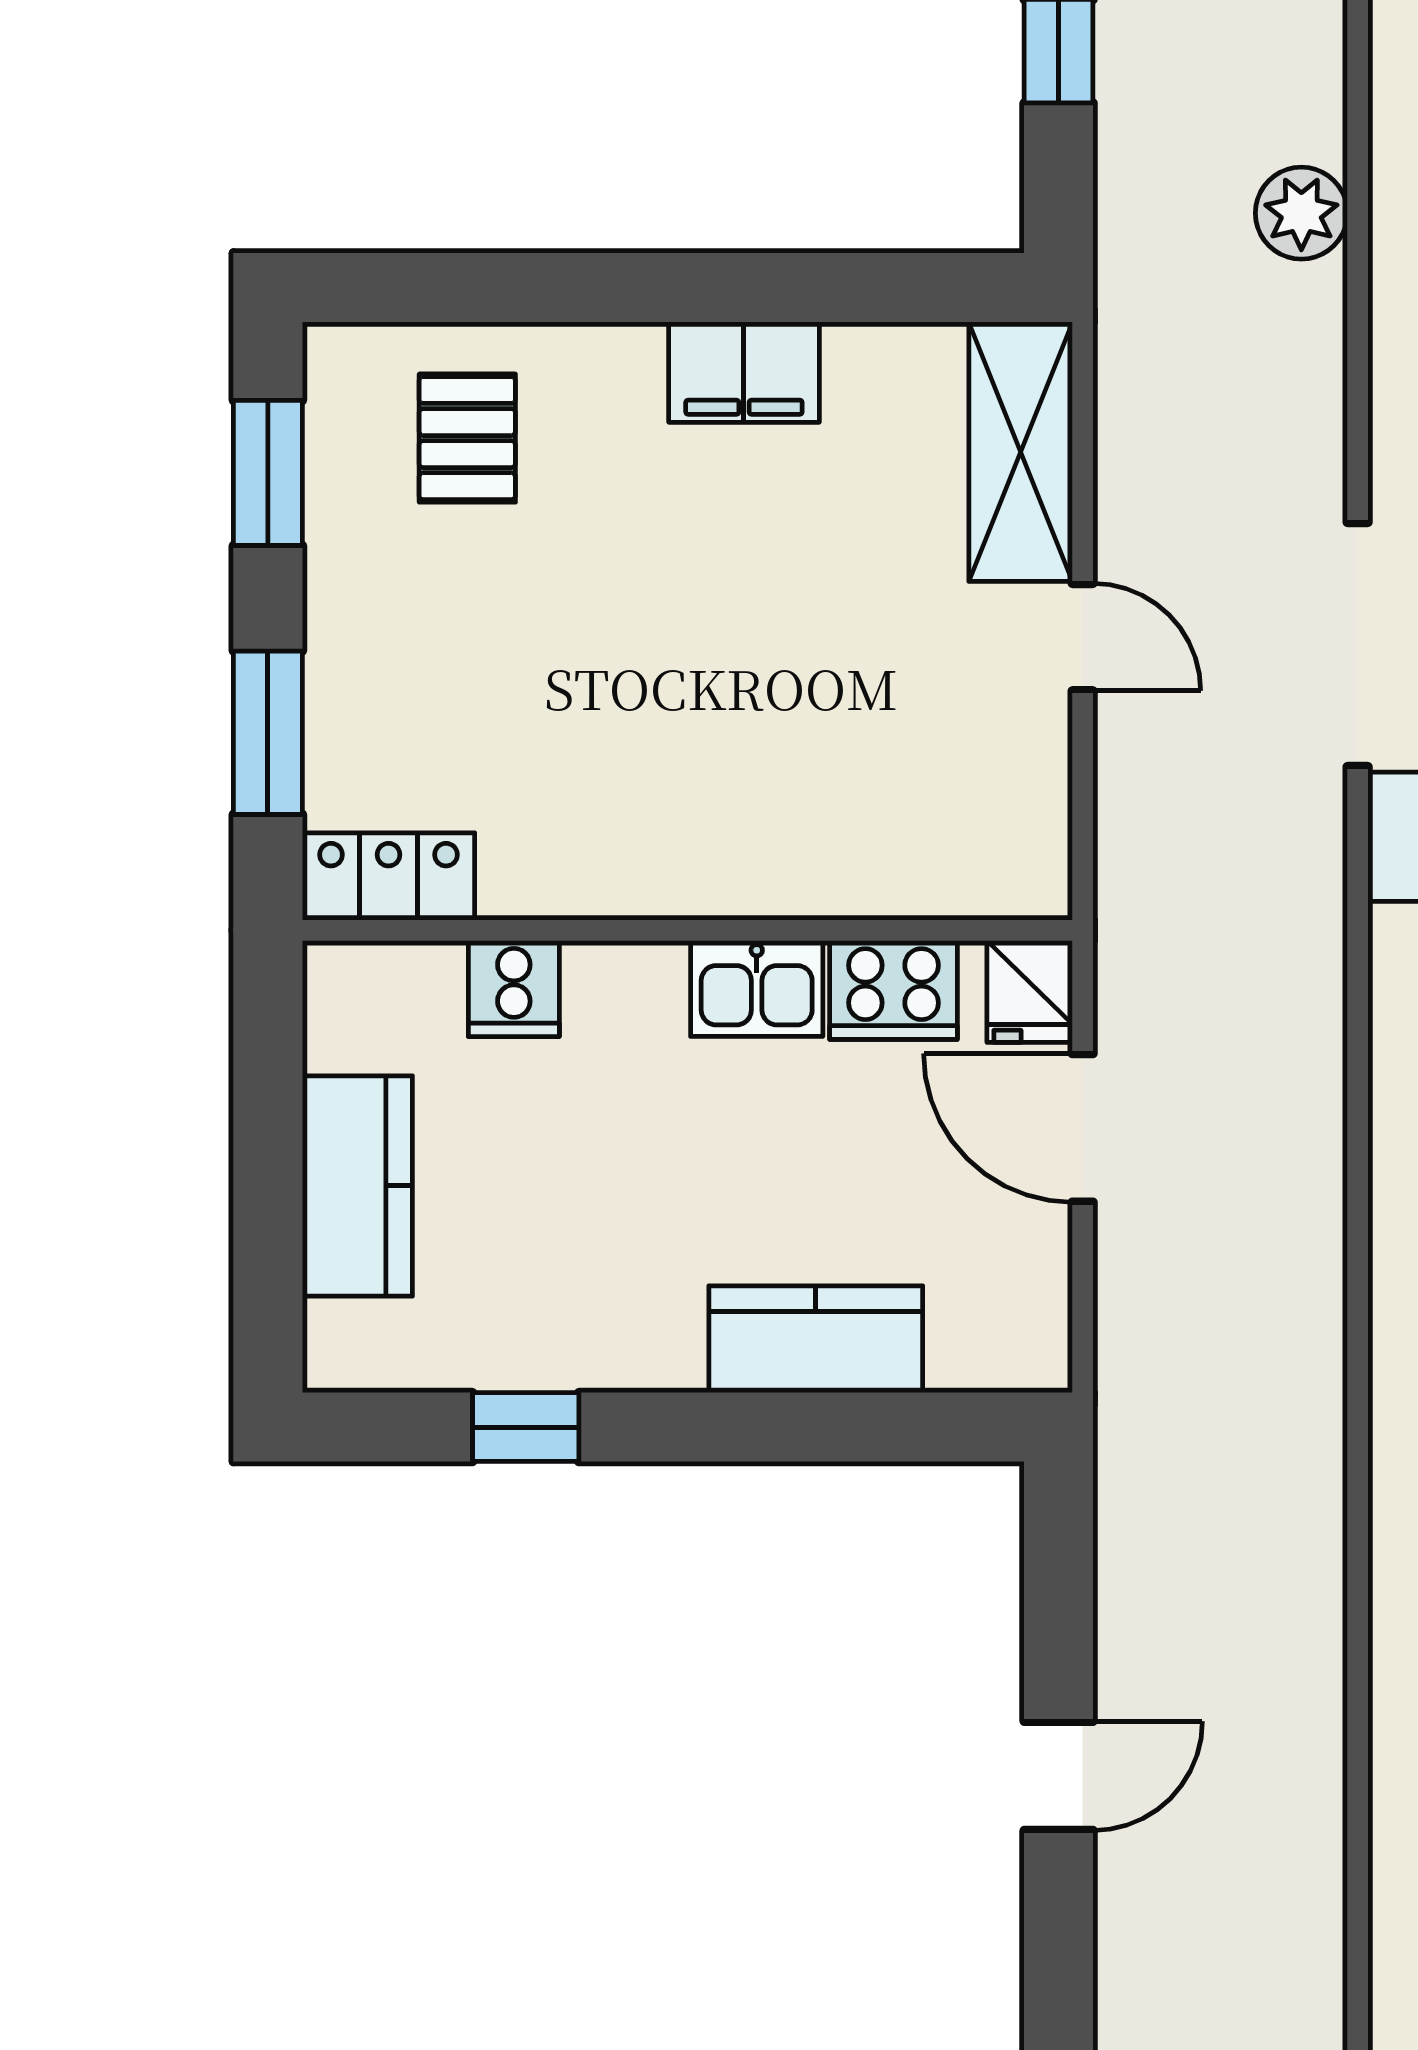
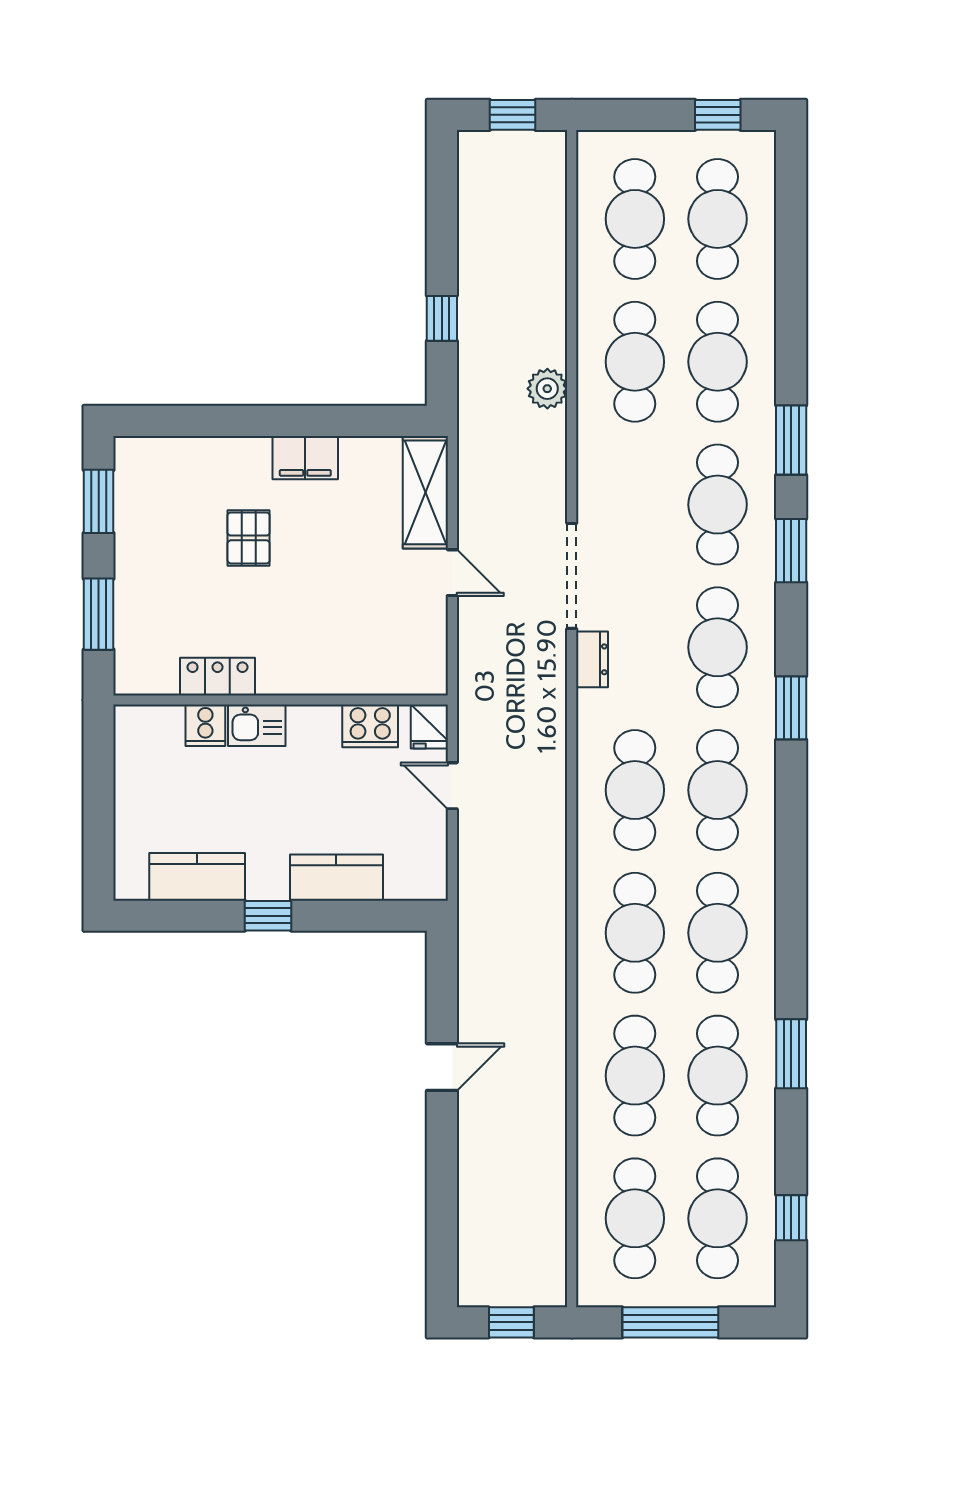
pallet: (467, 438) -> (249, 538), moved
locker: (388, 876) -> (217, 677), moved
kitchen sink: (757, 989) -> (257, 725), moved
door: (1083, 1128) -> (452, 786), width x0.73
kitchen counter: (357, 1186) -> (197, 877), moved, turned -90
window: (526, 1427) -> (268, 916), moved

